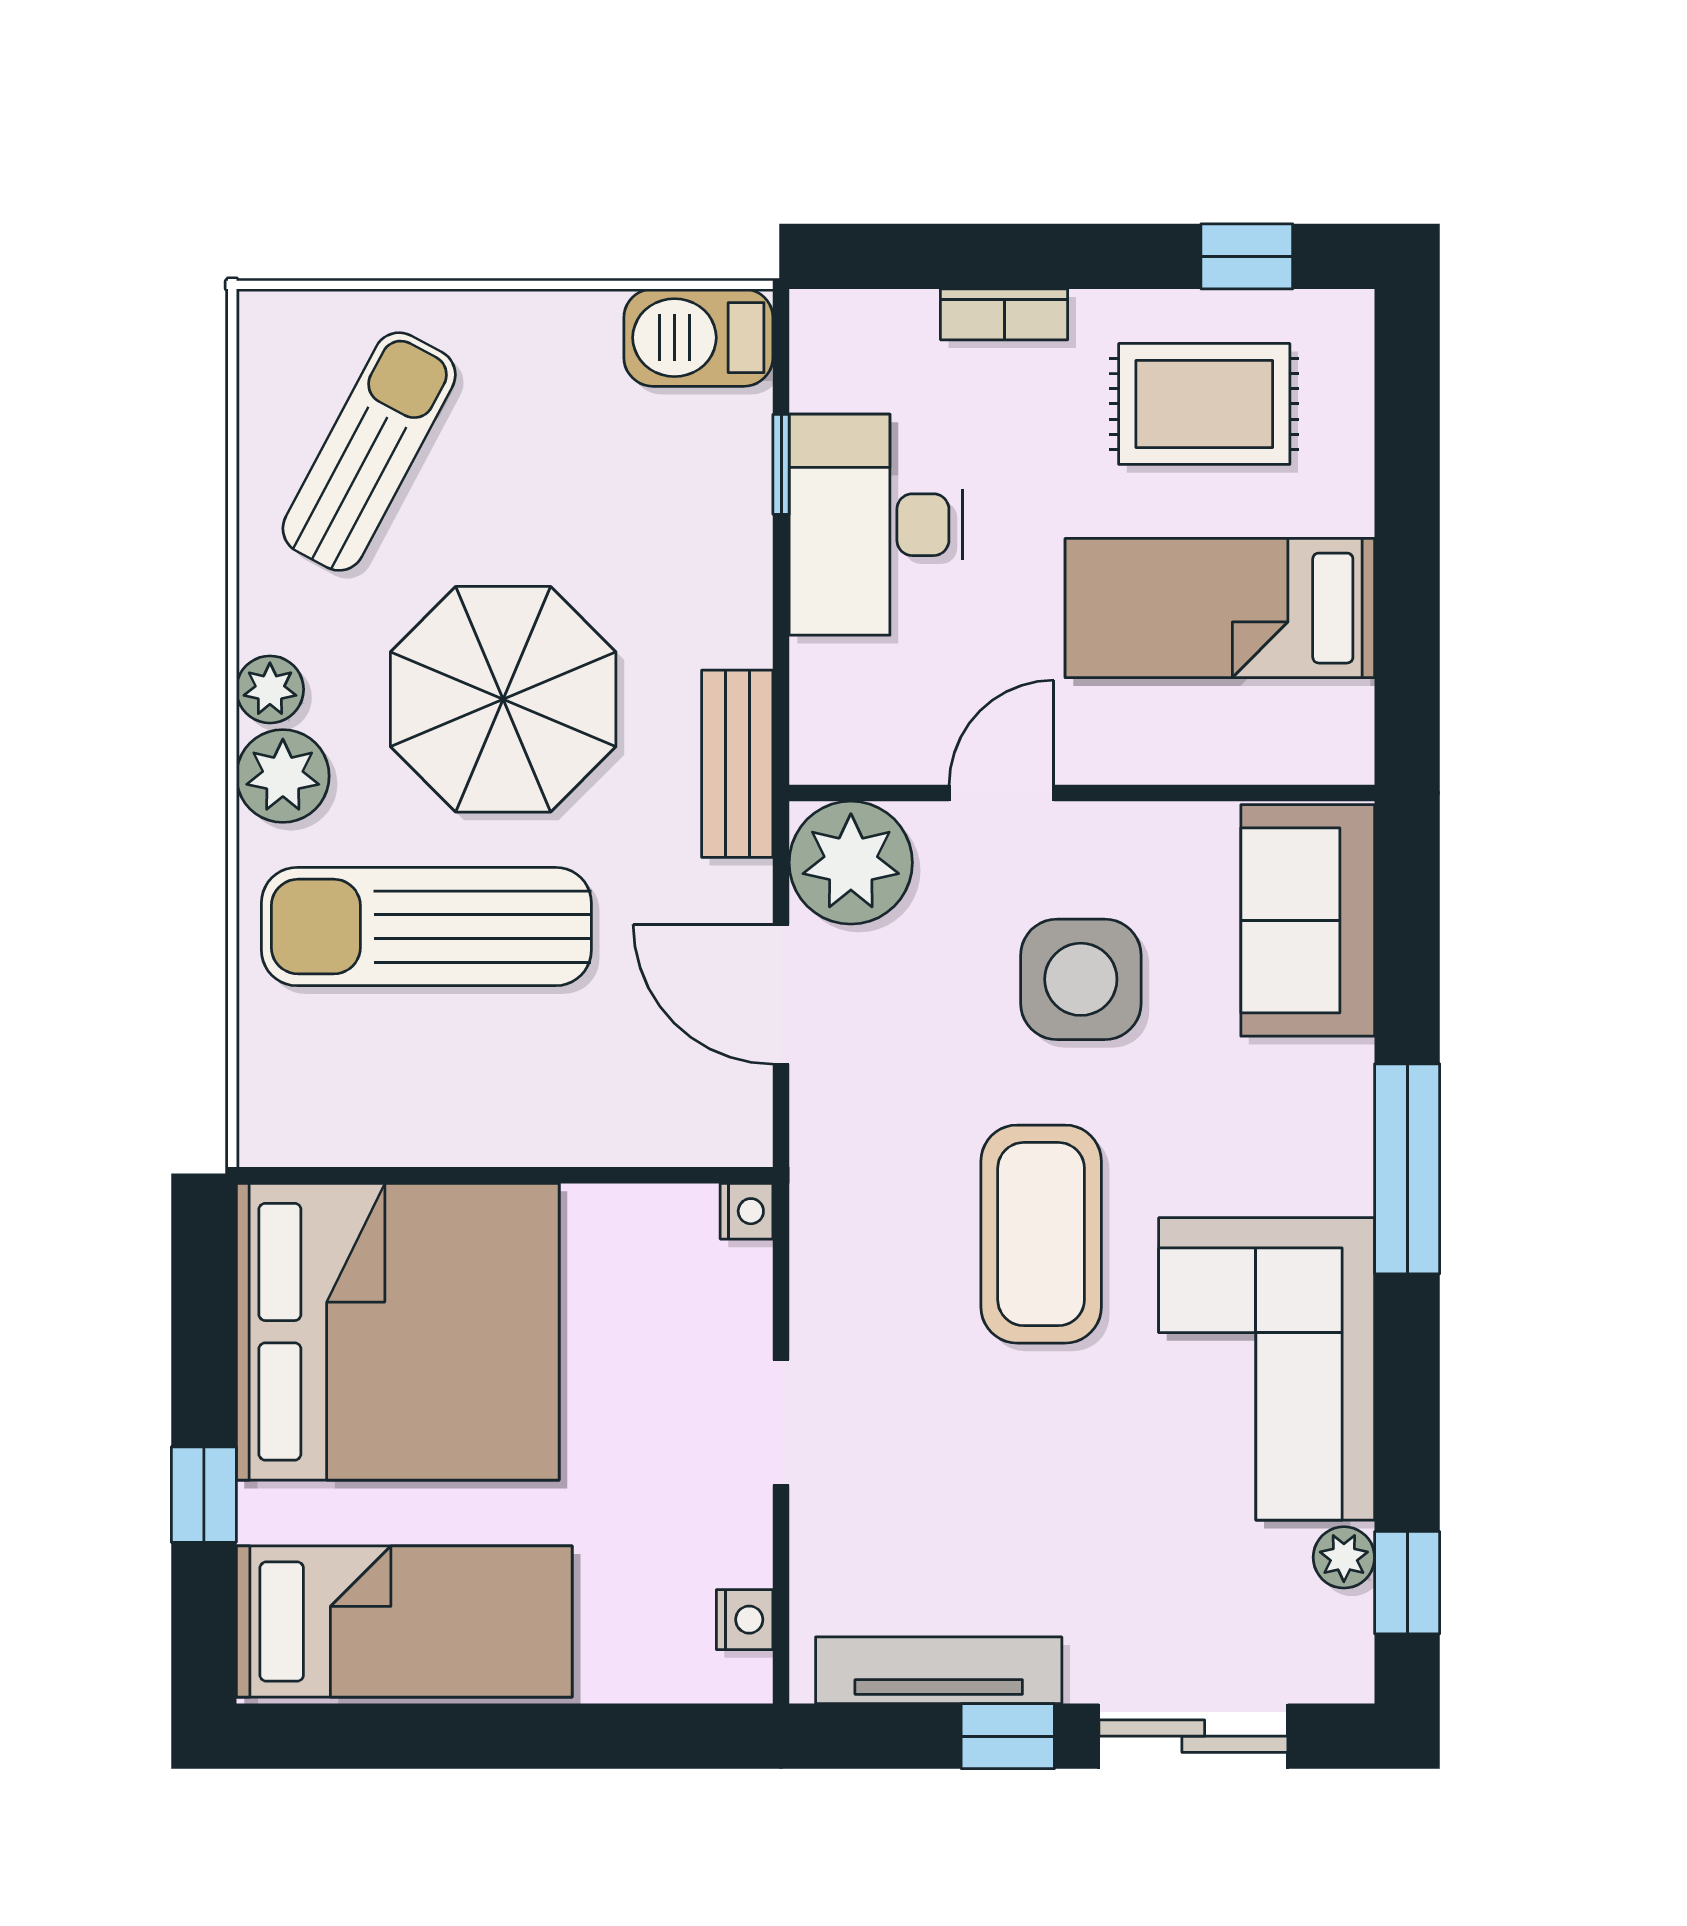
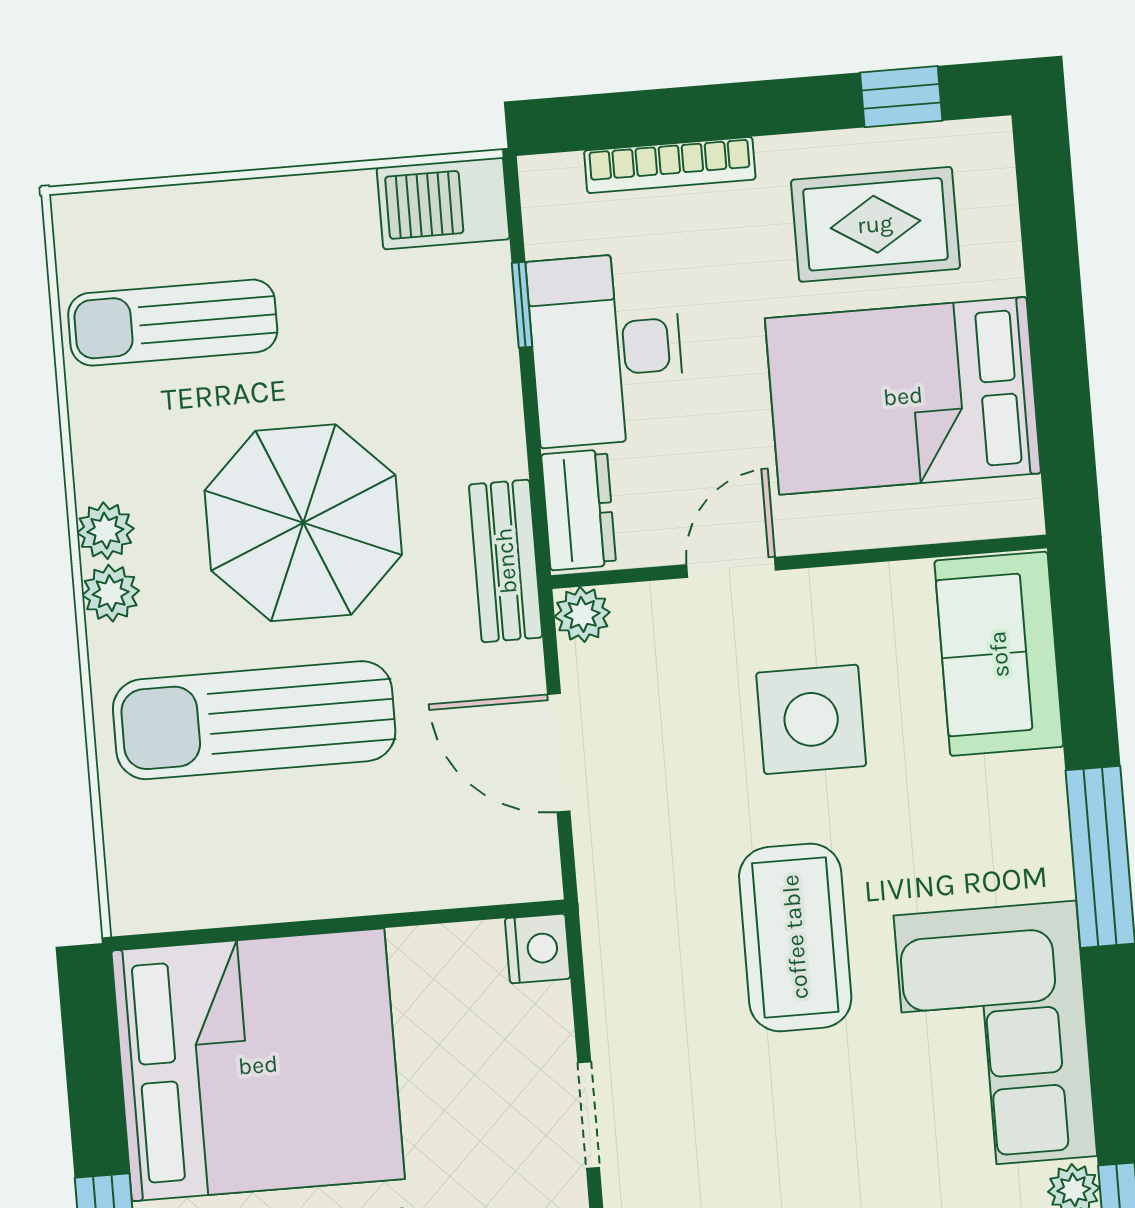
bookcase: (1004, 314) -> (670, 165), width x1.56
sun lounger: (369, 452) -> (173, 323), turned -118
bed: (1220, 608) -> (903, 396), width x1.50
dresser: (828, 711) -> (579, 510), added
plant: (283, 776) -> (111, 593), width x0.73, depth x0.73
plant: (851, 863) -> (582, 614), width x0.53, depth x0.53
nightstand: (747, 1211) -> (538, 948), width x1.39, depth x1.35

